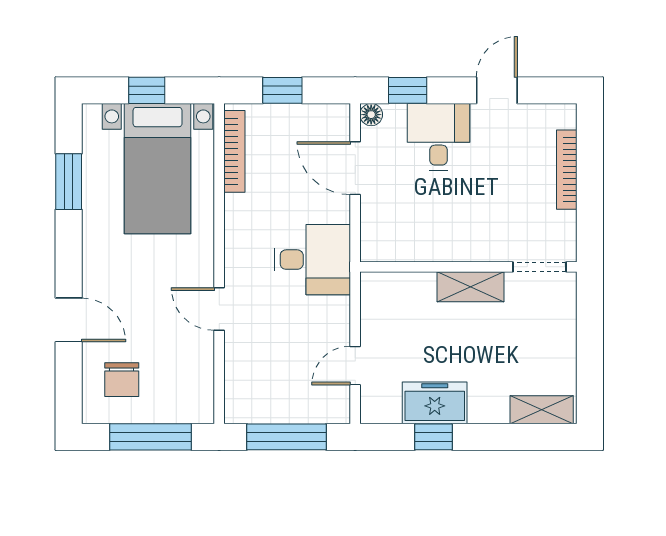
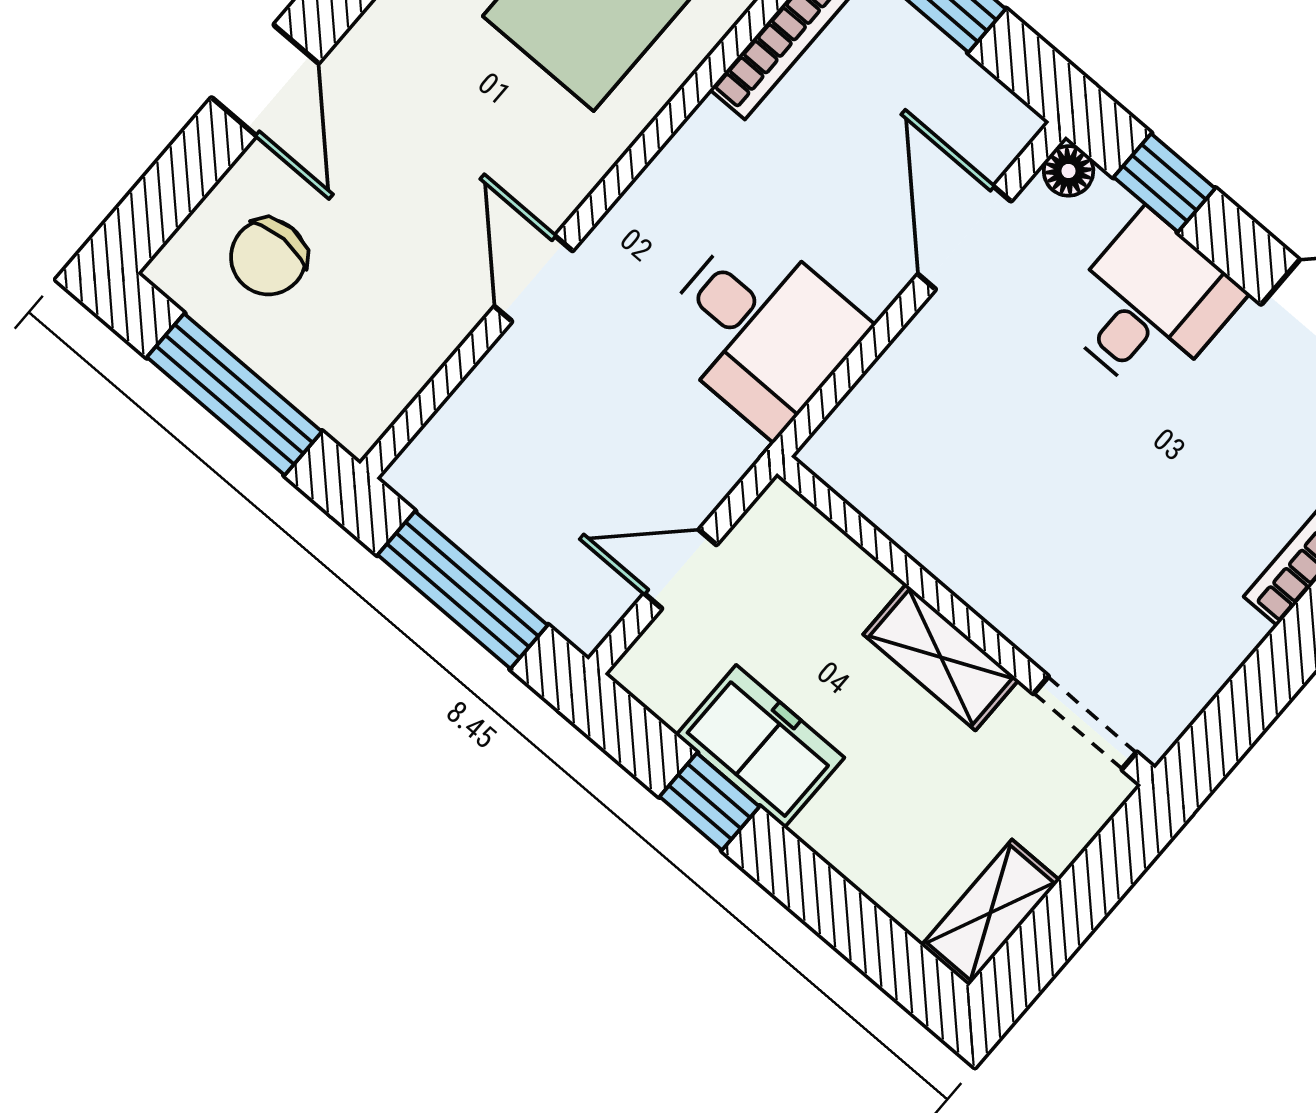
wall: (468, 267) -> (966, 621), moved
doorway: (539, 267) -> (1085, 723), moved
shelving: (470, 287) -> (941, 657), moved
shelving: (542, 410) -> (990, 913), moved, turned 90

